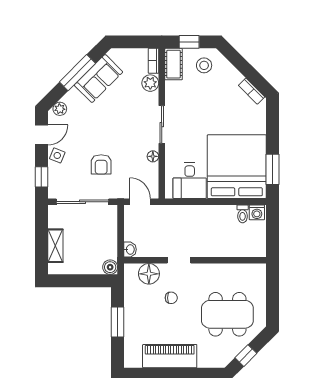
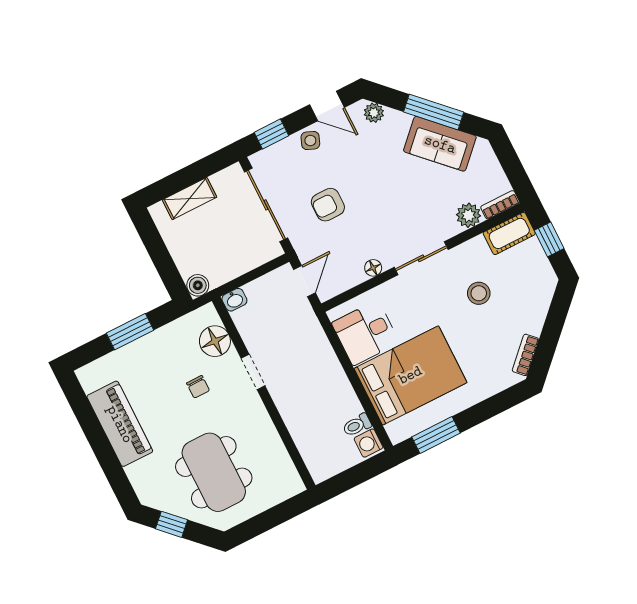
stool: (204, 65) -> (479, 293), moved
bed: (237, 167) -> (410, 375), width x0.73

